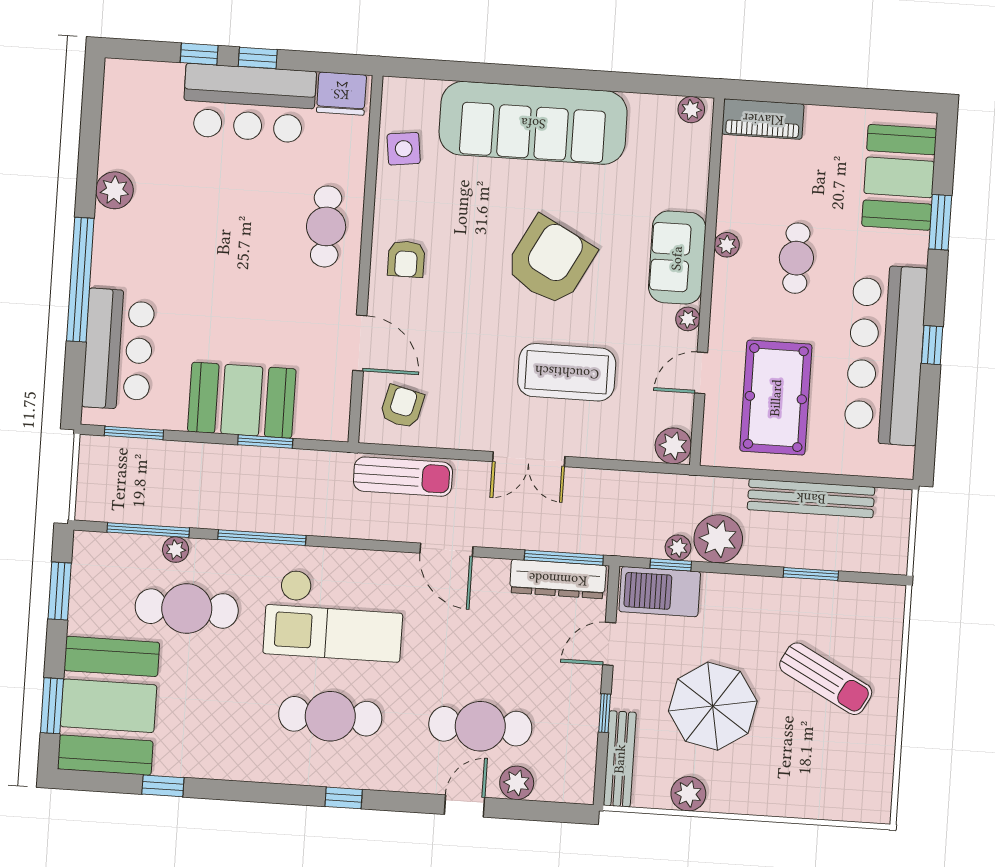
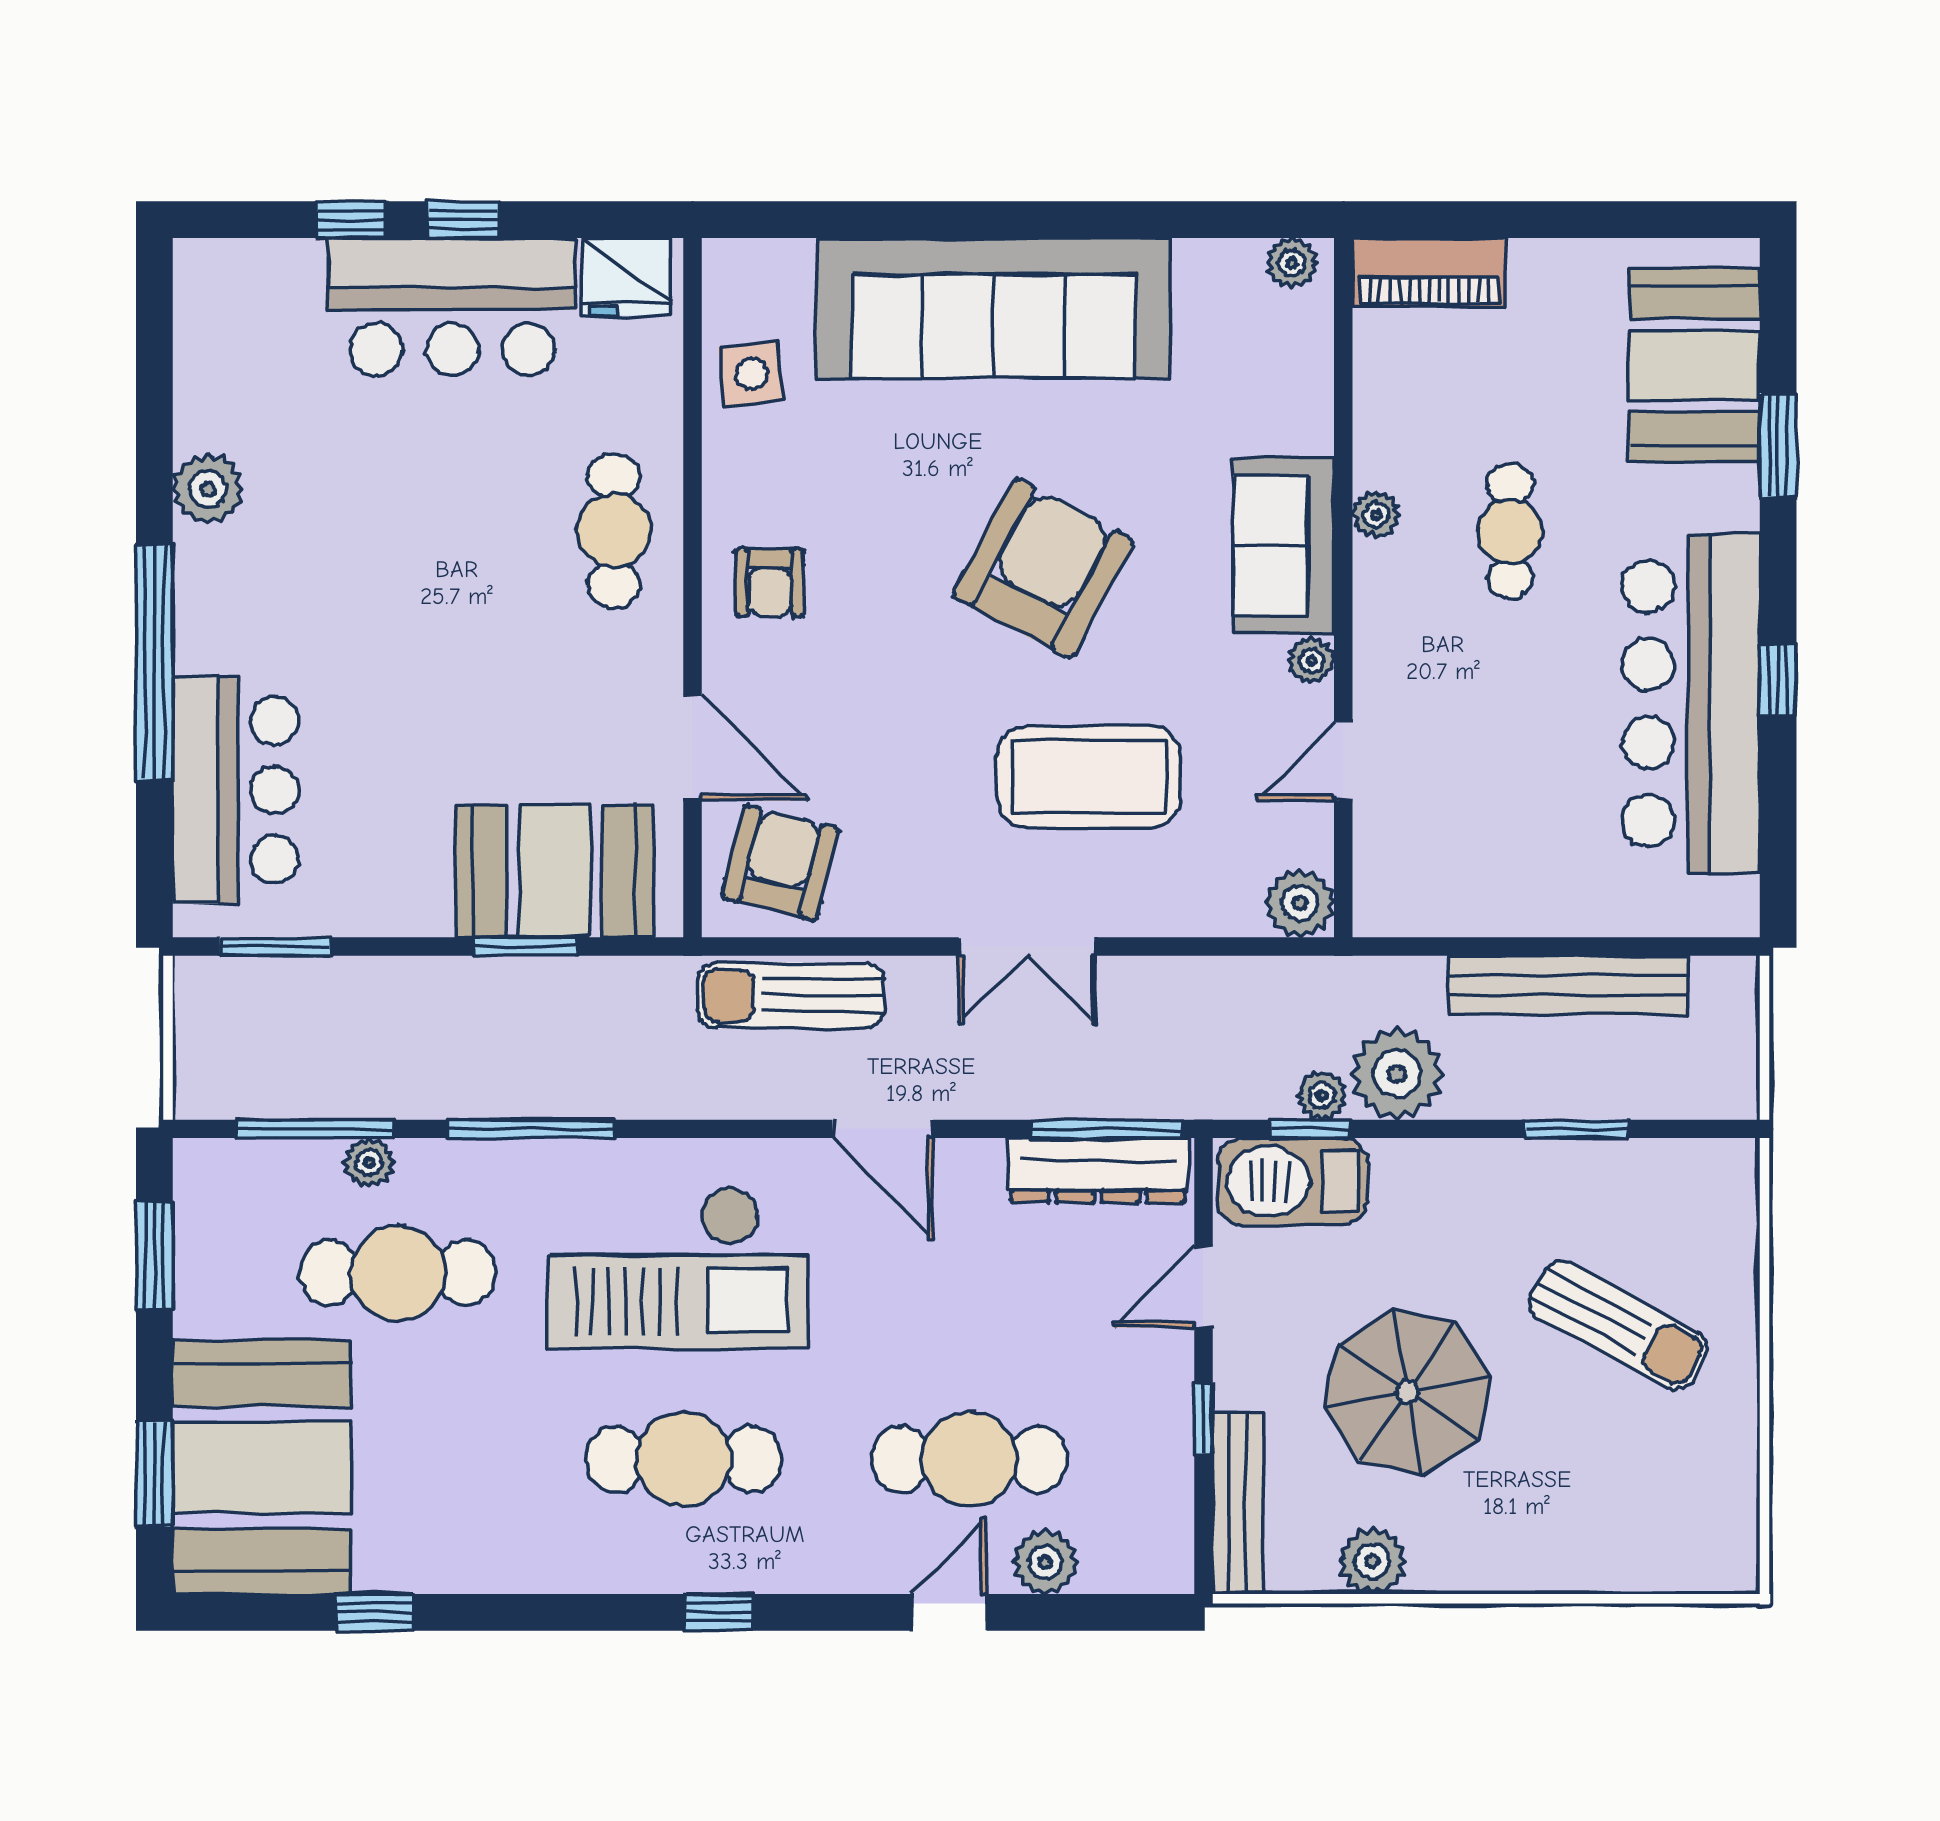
pool table: (776, 398) -> (1488, 799), removed
booth: (242, 400) -> (554, 871), moved
armchair: (402, 407) -> (781, 863), width x1.38, depth x1.38
sun lounger: (403, 477) -> (791, 995), turned 180

